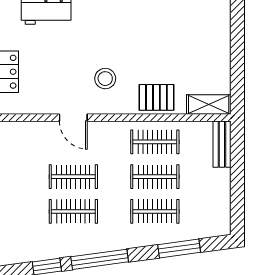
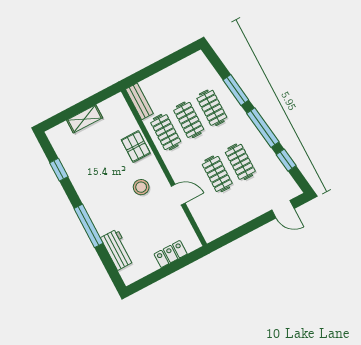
shelving: (209, 105) -> (85, 119), moved, turned 90
door: (73, 118) -> (178, 195), hinge flipped
bench: (222, 144) -> (139, 101), moved, turned 90
window: (179, 248) -> (236, 90), moved

